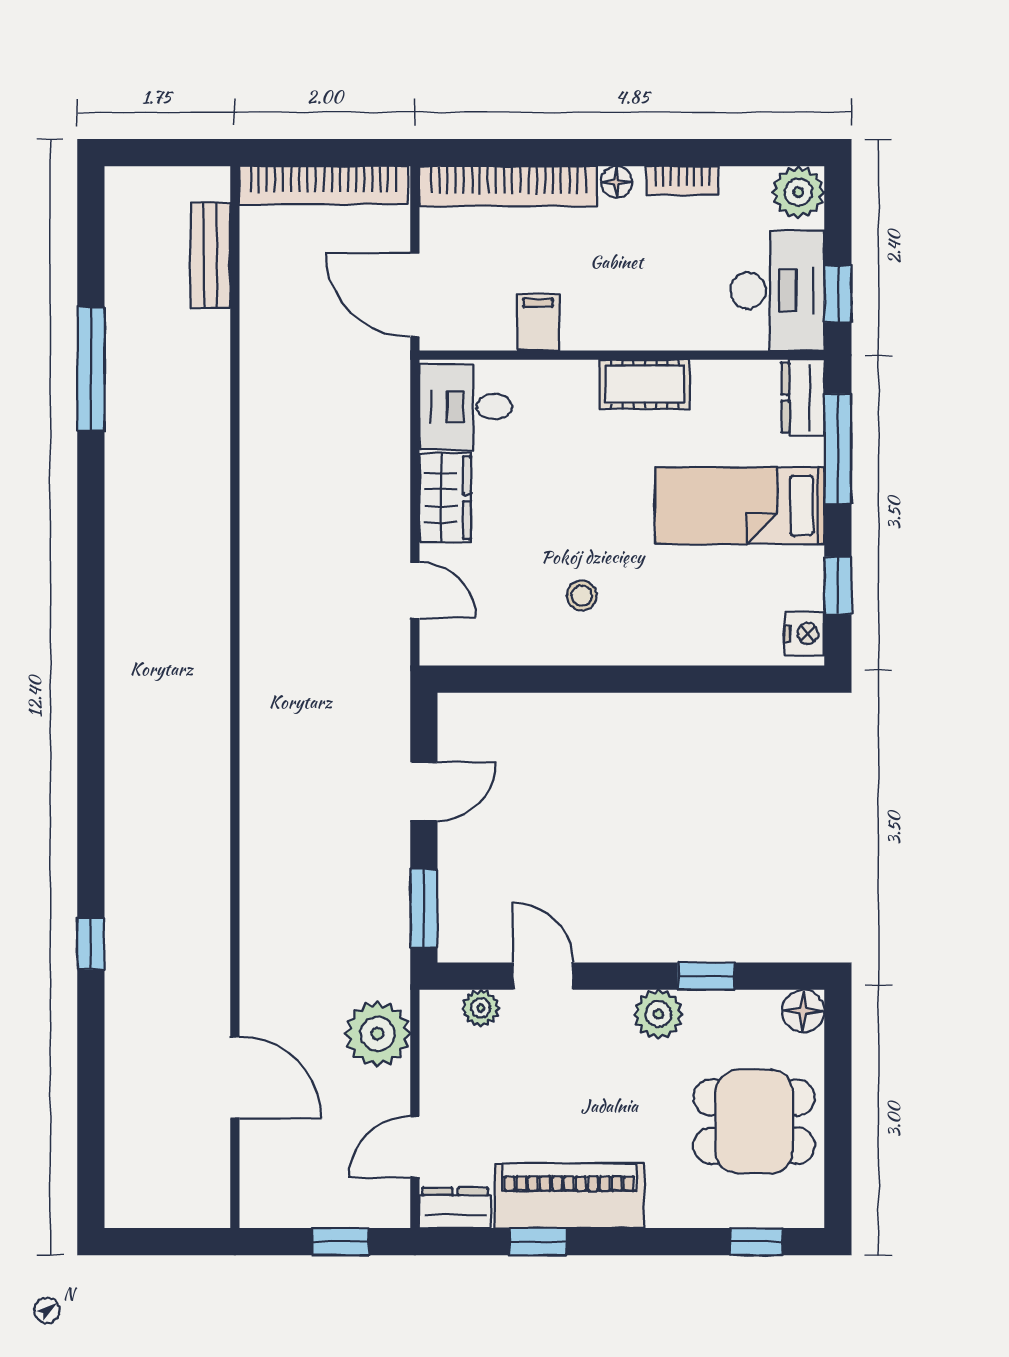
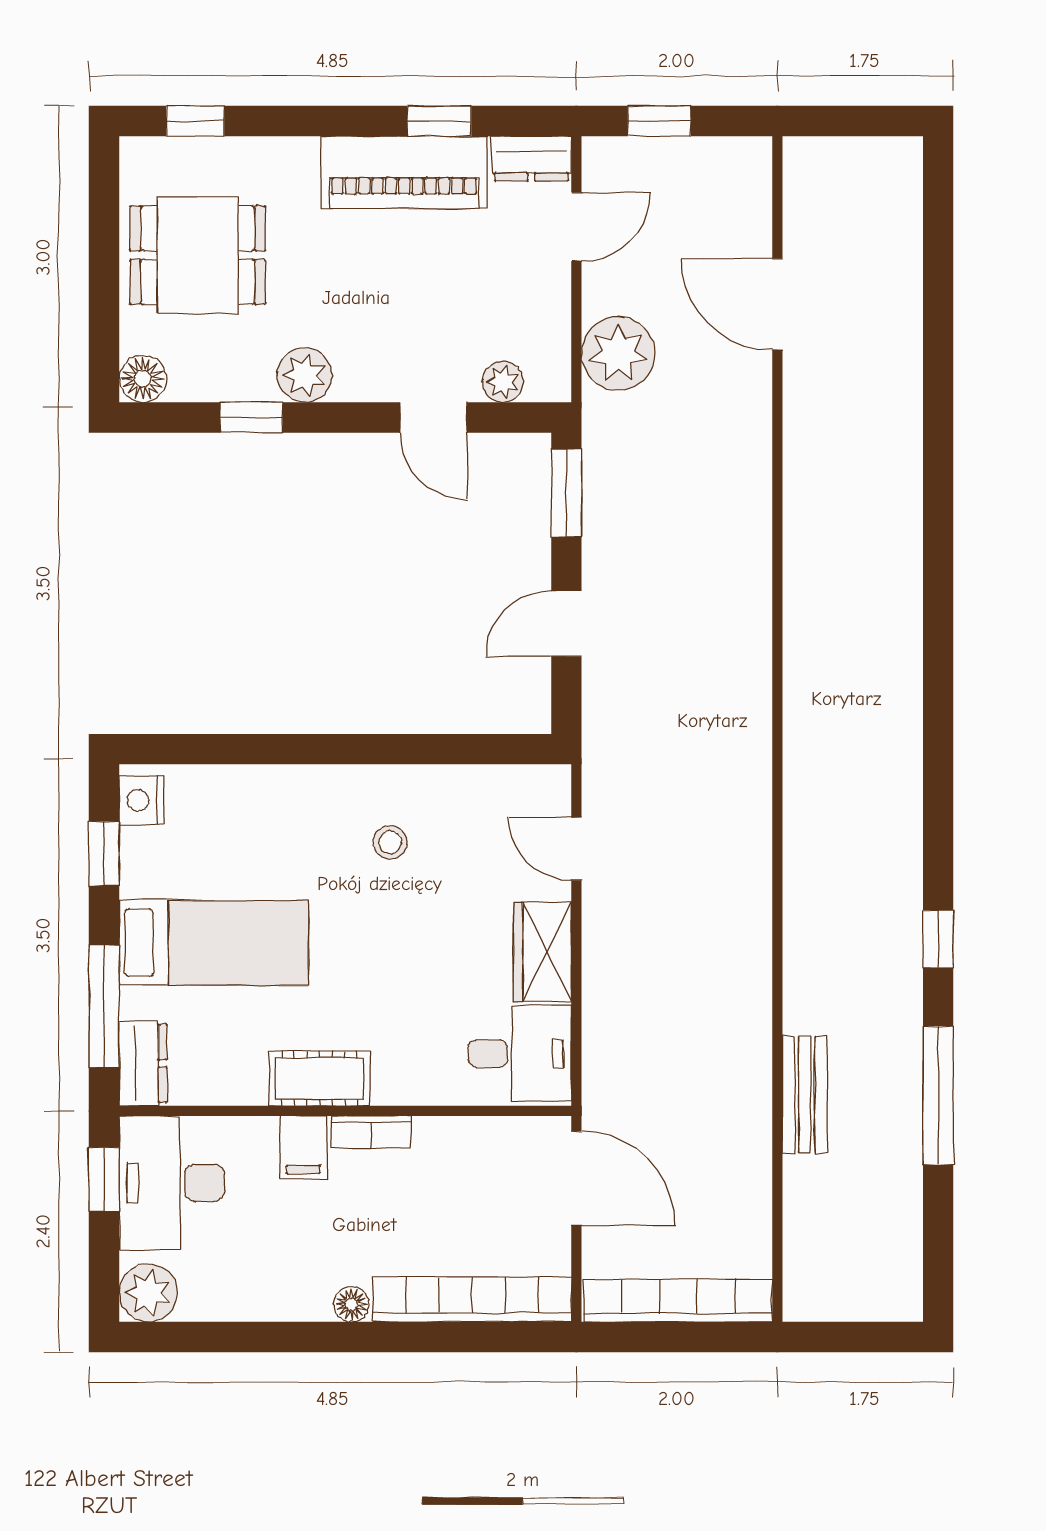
bookcase: (683, 181) -> (371, 1132), moved, turned 180
bench: (210, 255) -> (805, 1095), moved
filing cabinet: (538, 322) -> (303, 1147), moved
window: (91, 944) -> (938, 939), moved

